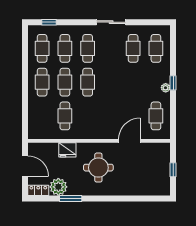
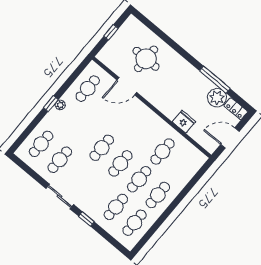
window: (49, 22) -> (86, 219), moved
cafe table: (88, 48) -> (102, 148), moved
door: (25, 166) -> (230, 138), hinge flipped
round table: (98, 168) -> (146, 59), moved
window: (71, 199) -> (215, 80), width x1.44

